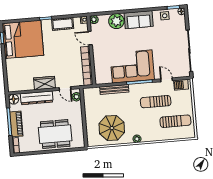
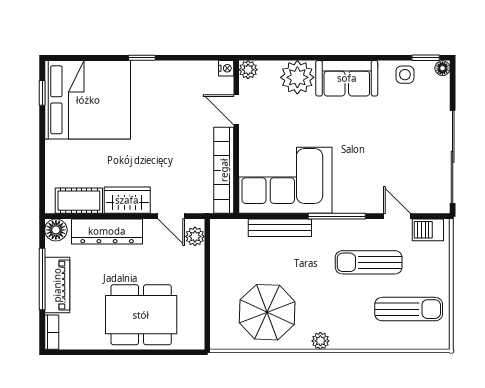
cot: (63, 24) -> (79, 201), moved
corner sofa: (132, 66) -> (285, 180), moved

